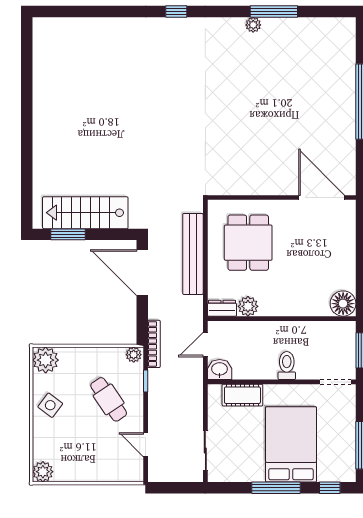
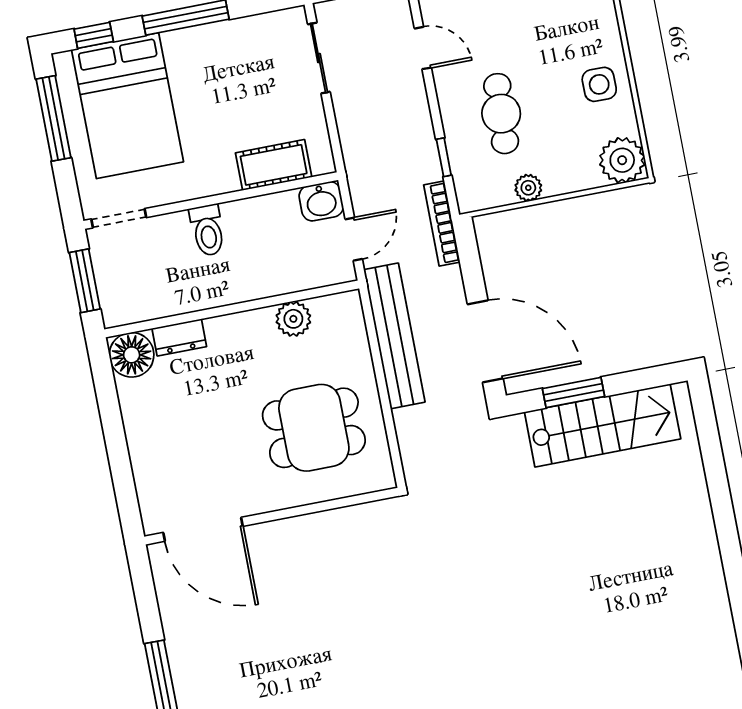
window: (68, 234) -> (574, 393), moved
dining table: (248, 243) -> (314, 428), turned 90
bench: (193, 254) -> (394, 336), moved
dresser: (222, 308) -> (179, 337), moved
plant: (134, 355) -> (528, 188), moved
cafe table: (109, 399) -> (501, 114), turned 37
side table: (50, 405) -> (599, 84), turned -37
bed: (291, 444) -> (128, 106), moved

